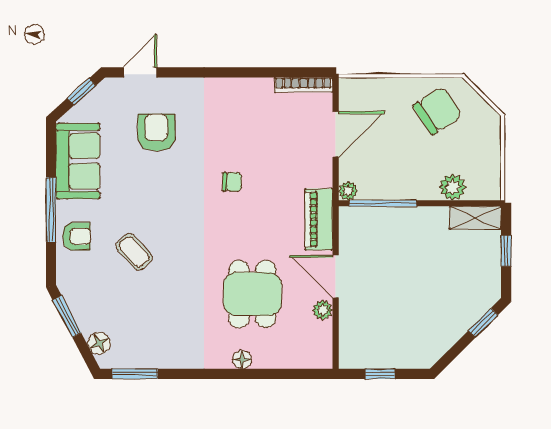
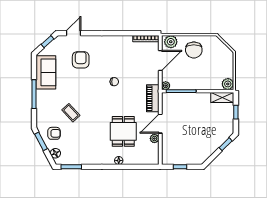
plant: (359, 92) -> (171, 42), added
chair: (437, 111) -> (194, 50), moved, turned 123
plant: (453, 187) -> (228, 84), moved
armchair: (76, 236) -> (54, 133), moved
door: (336, 277) -> (160, 124), hinge flipped

